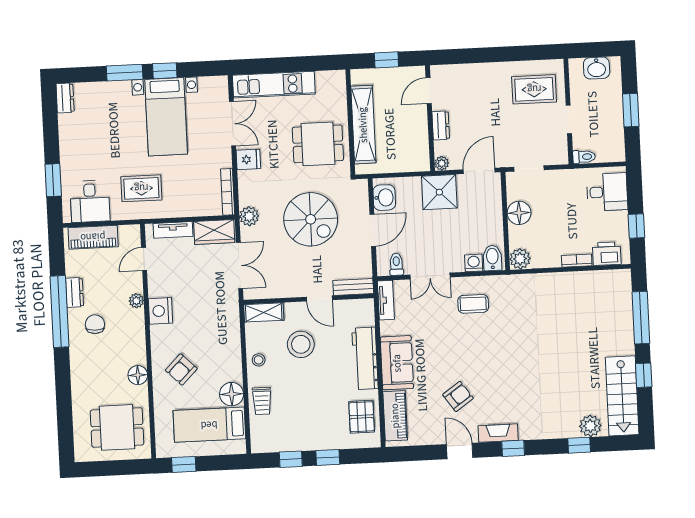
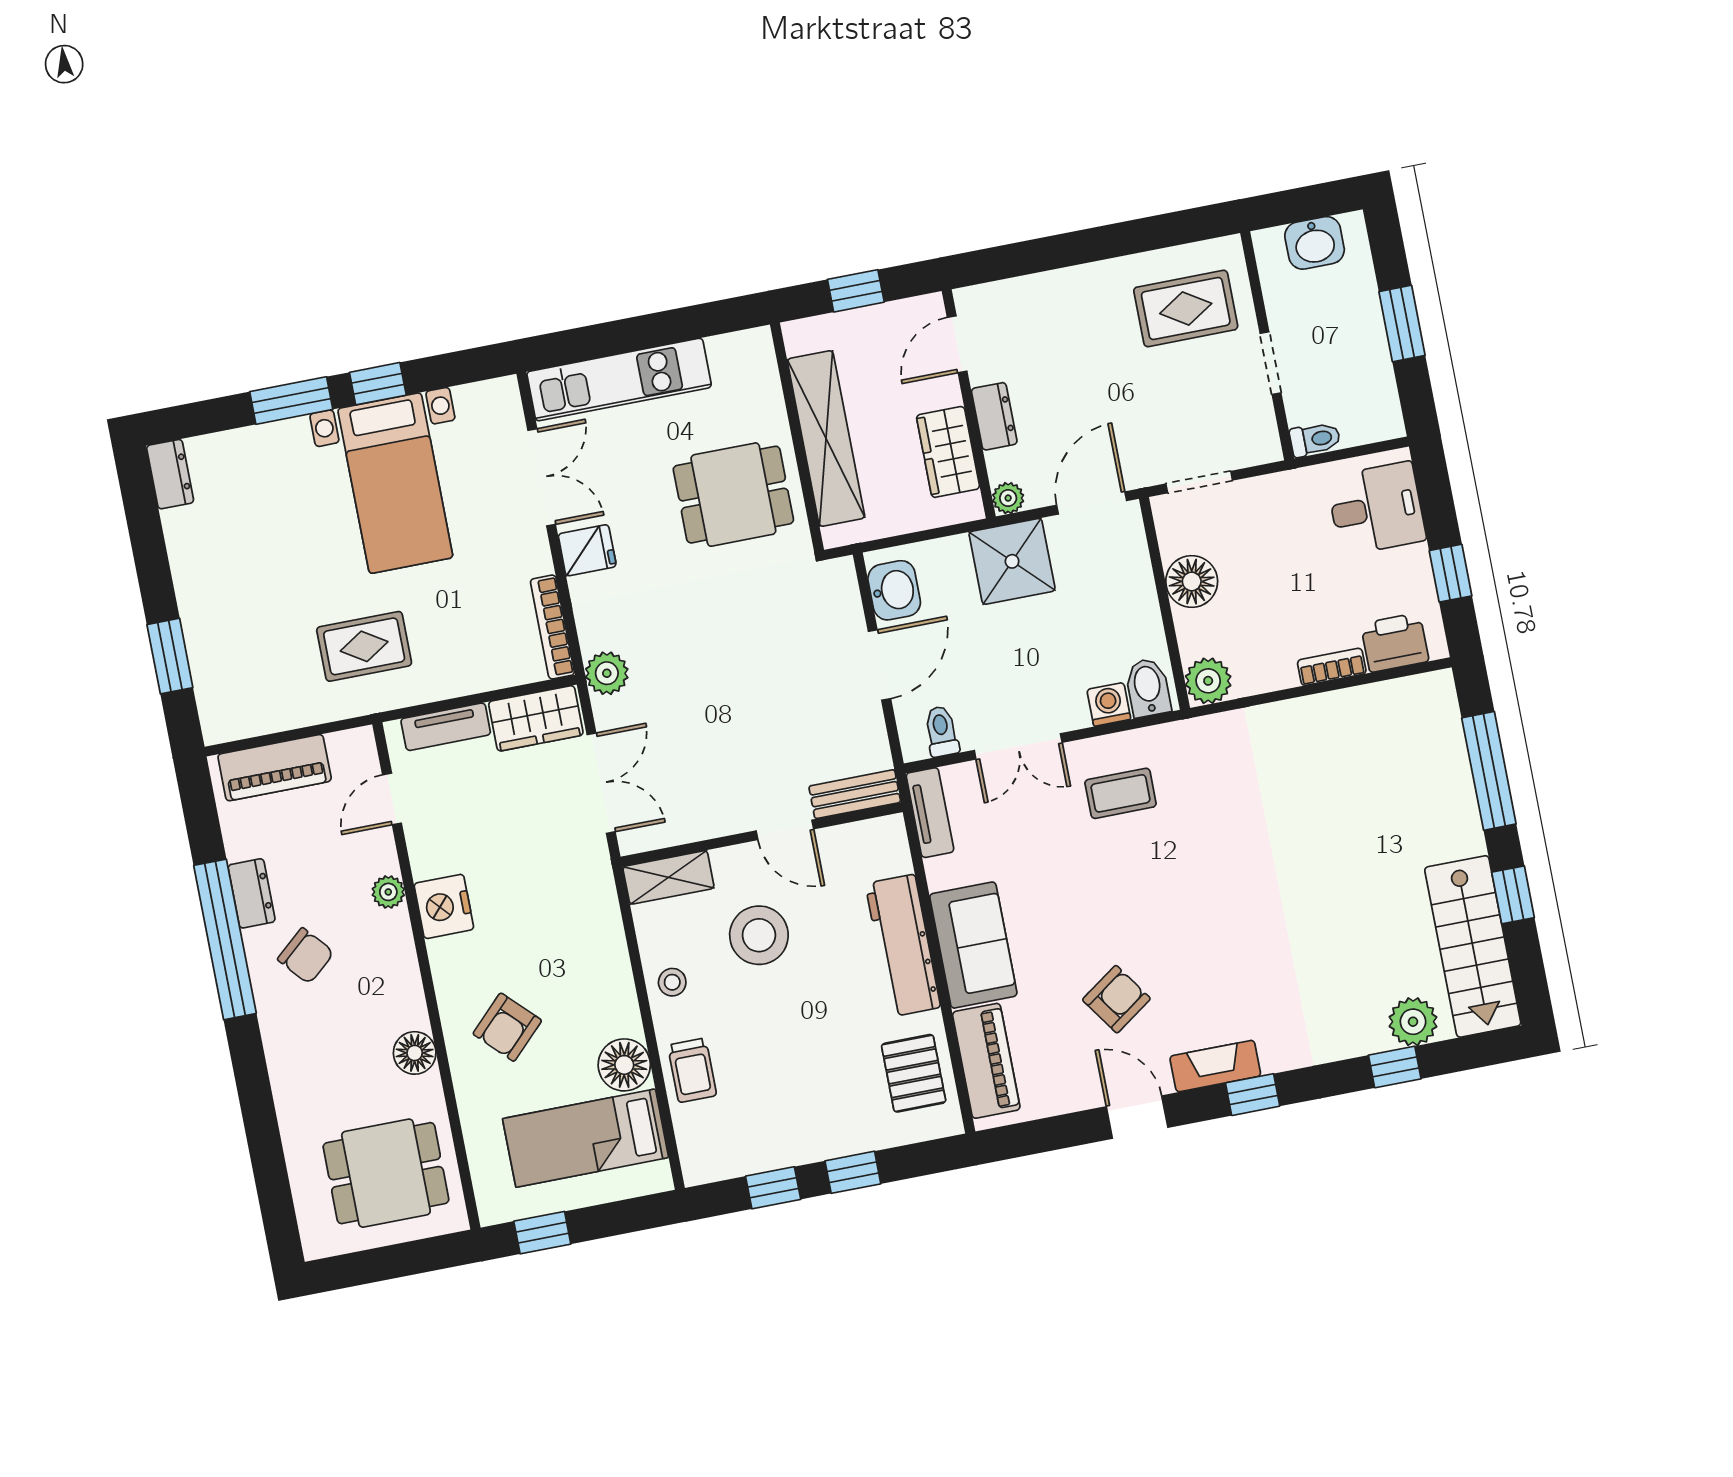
wardrobe: (418, 139) -> (948, 452), added
desk: (90, 201) -> (256, 691), removed
spiral stairs: (311, 219) -> (741, 661), removed
chair: (95, 324) -> (306, 956), turned 139

